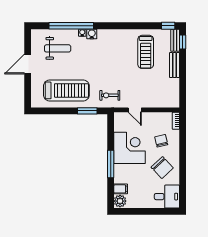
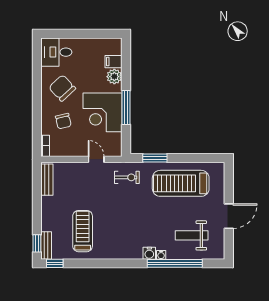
bench: (175, 65) -> (47, 180), moved
window: (111, 164) -> (126, 108), moved
plant: (120, 201) -> (114, 77), moved

